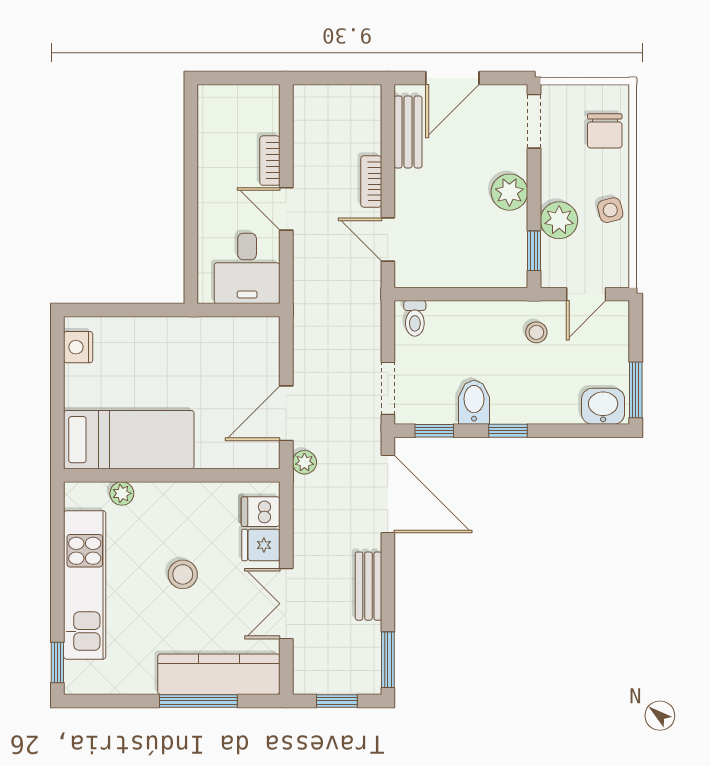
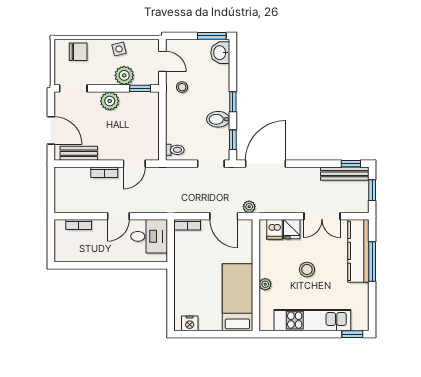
bookcase: (270, 161) -> (79, 225), moved
bookcase: (270, 342) -> (187, 225), added
plant: (122, 493) -> (265, 284), moved
bench: (368, 586) -> (345, 174), moved, width x1.36
window: (388, 660) -> (351, 164), width x0.67

